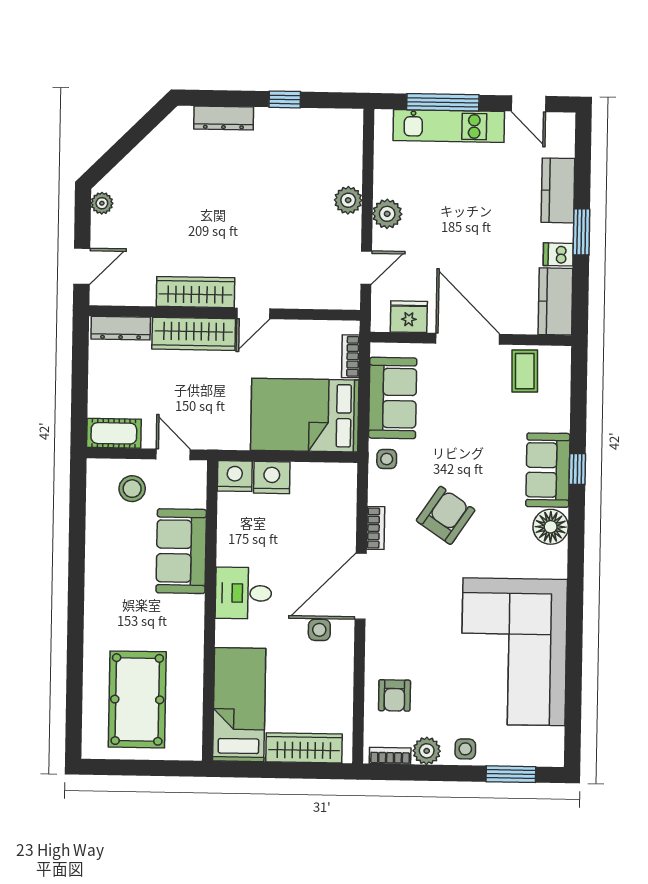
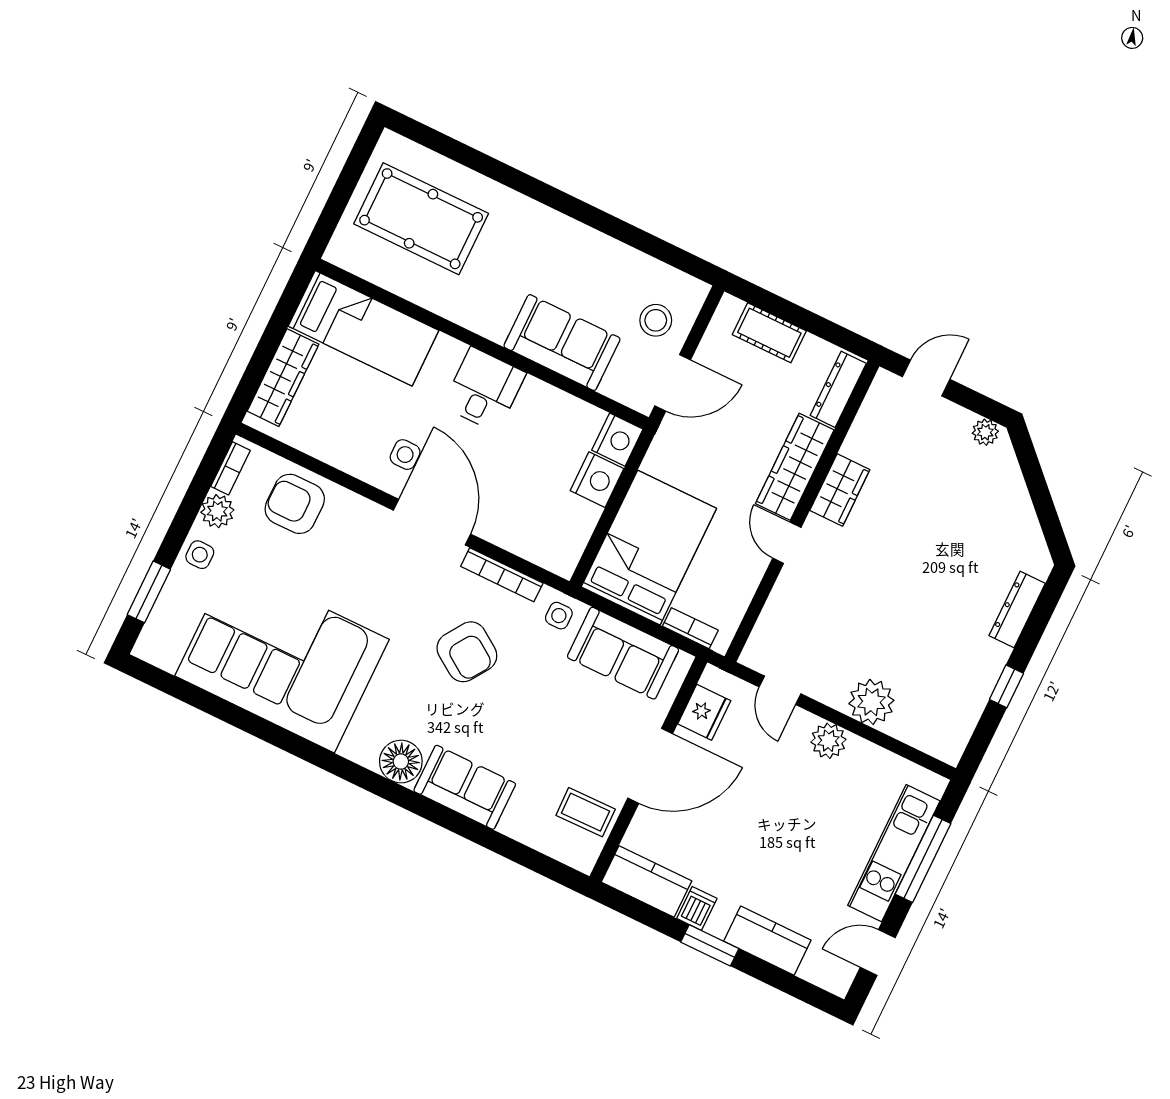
plant: (348, 200) -> (871, 702), width x1.36, depth x1.36
door: (82, 266) -> (926, 378), swing flipped
wardrobe: (195, 292) -> (840, 490), width x0.67
cot: (114, 433) -> (769, 333), moved, turned 90
door: (173, 454) -> (673, 383), width x1.38
window: (577, 469) -> (451, 820), removed
bookcase: (376, 528) -> (502, 575), width x1.56
armchair: (394, 695) -> (295, 504), width x1.38, depth x1.38

